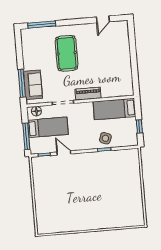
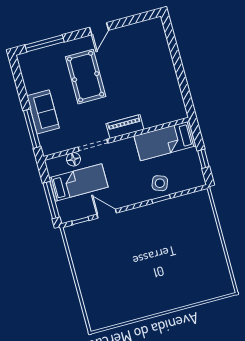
door: (103, 19) -> (99, 29), moved
sofa: (33, 85) -> (43, 112), moved
floor lamp: (36, 111) -> (73, 159), moved

